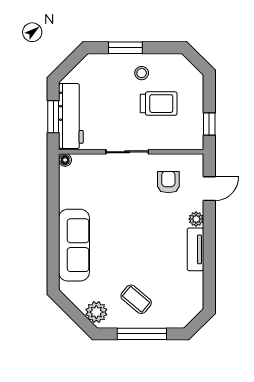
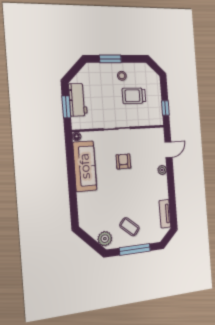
trolley: (159, 104) -> (134, 96), turned 180
workbench: (71, 116) -> (78, 100), width x0.73
armchair: (168, 182) -> (123, 161), moved
sofa: (74, 245) -> (85, 166), moved
tv unit: (195, 249) -> (165, 214), moved

